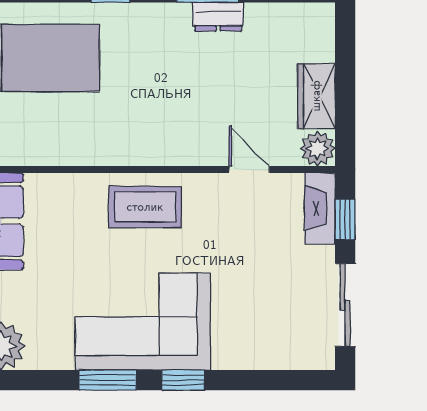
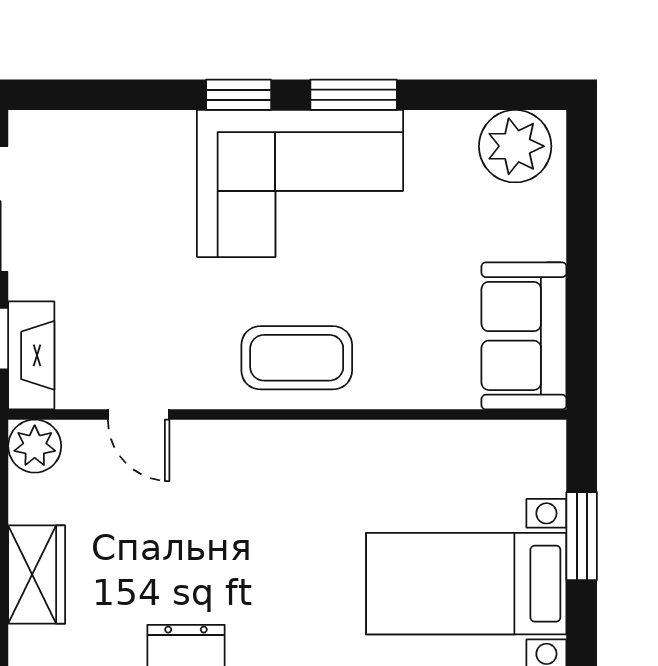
wardrobe: (316, 96) -> (37, 575), moved

